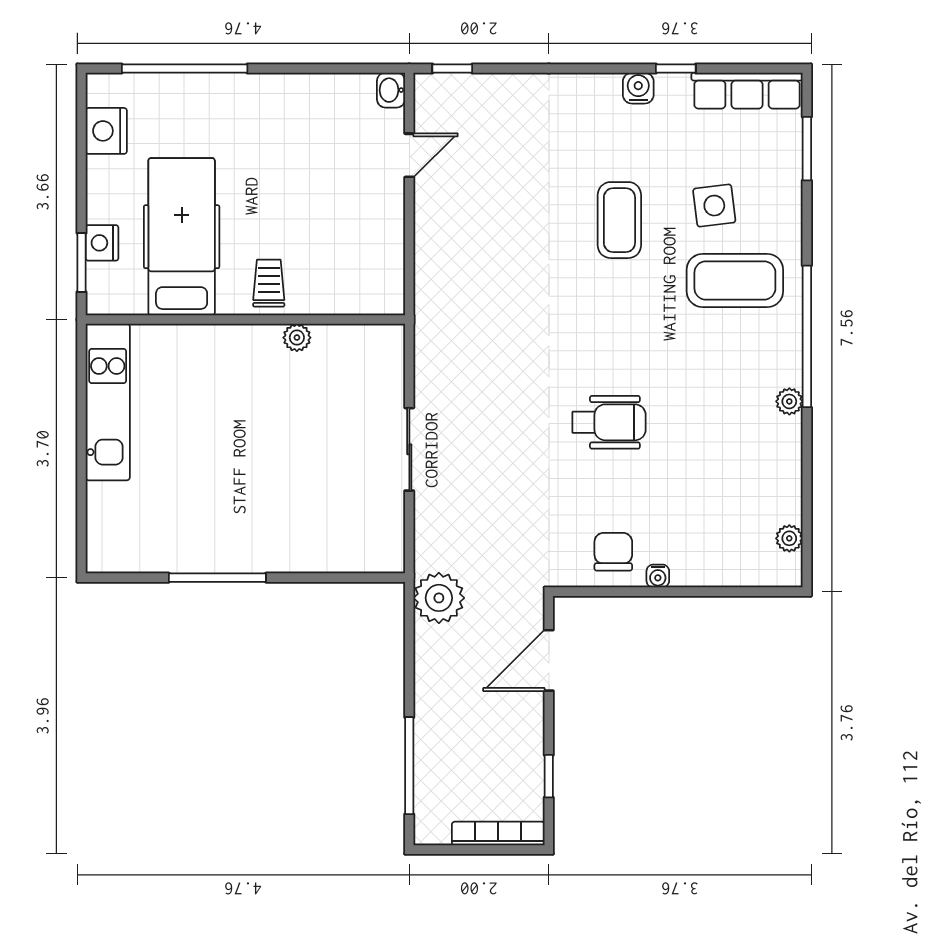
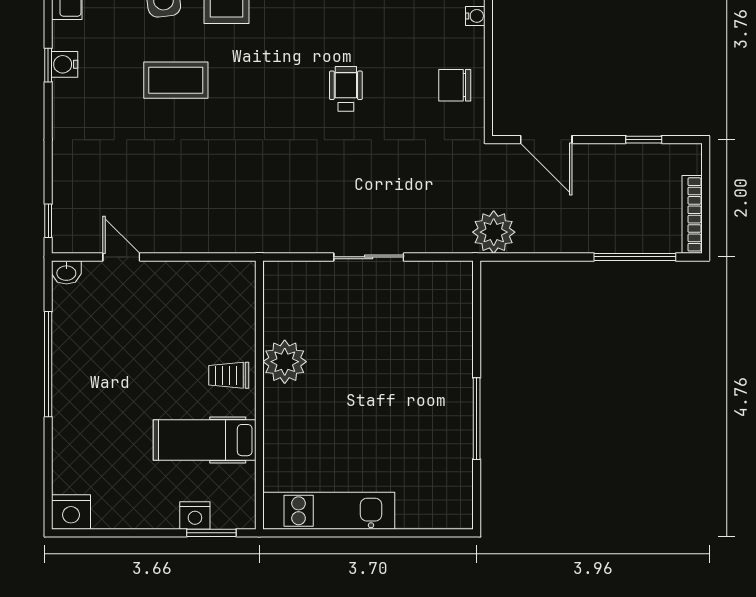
window: (185, 68) -> (48, 364), moved
window: (676, 68) -> (48, 65), moved
nightstand: (106, 131) -> (71, 512), moved
hospital bed: (182, 237) -> (205, 440), width x0.73, depth x0.78
plant: (297, 338) -> (285, 362), width x1.88, depth x1.88
wheelchair: (609, 422) -> (346, 89), width x0.73, depth x0.73
water cooler: (658, 576) -> (475, 16), moved
bookcase: (498, 834) -> (692, 214), moved

